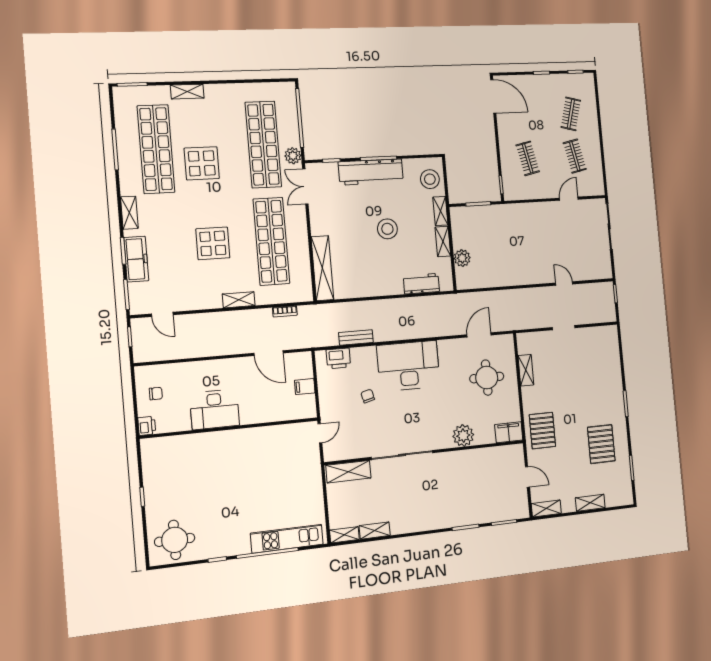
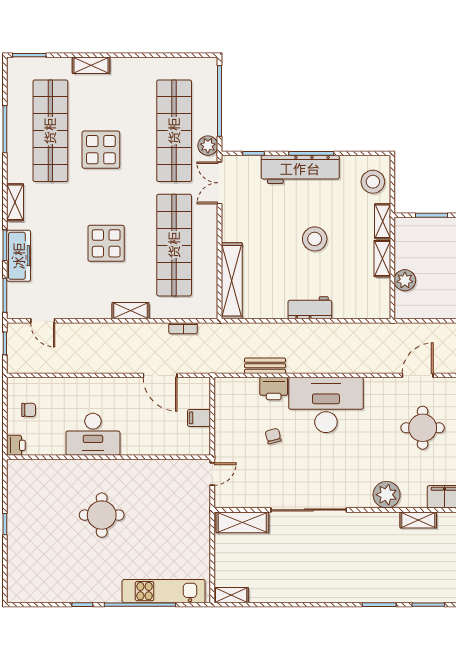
workbench: (421, 284) -> (310, 308), moved
printer: (338, 358) -> (274, 389), moved
shelving: (375, 531) -> (418, 520), moved
round table: (175, 540) -> (102, 515), moved

